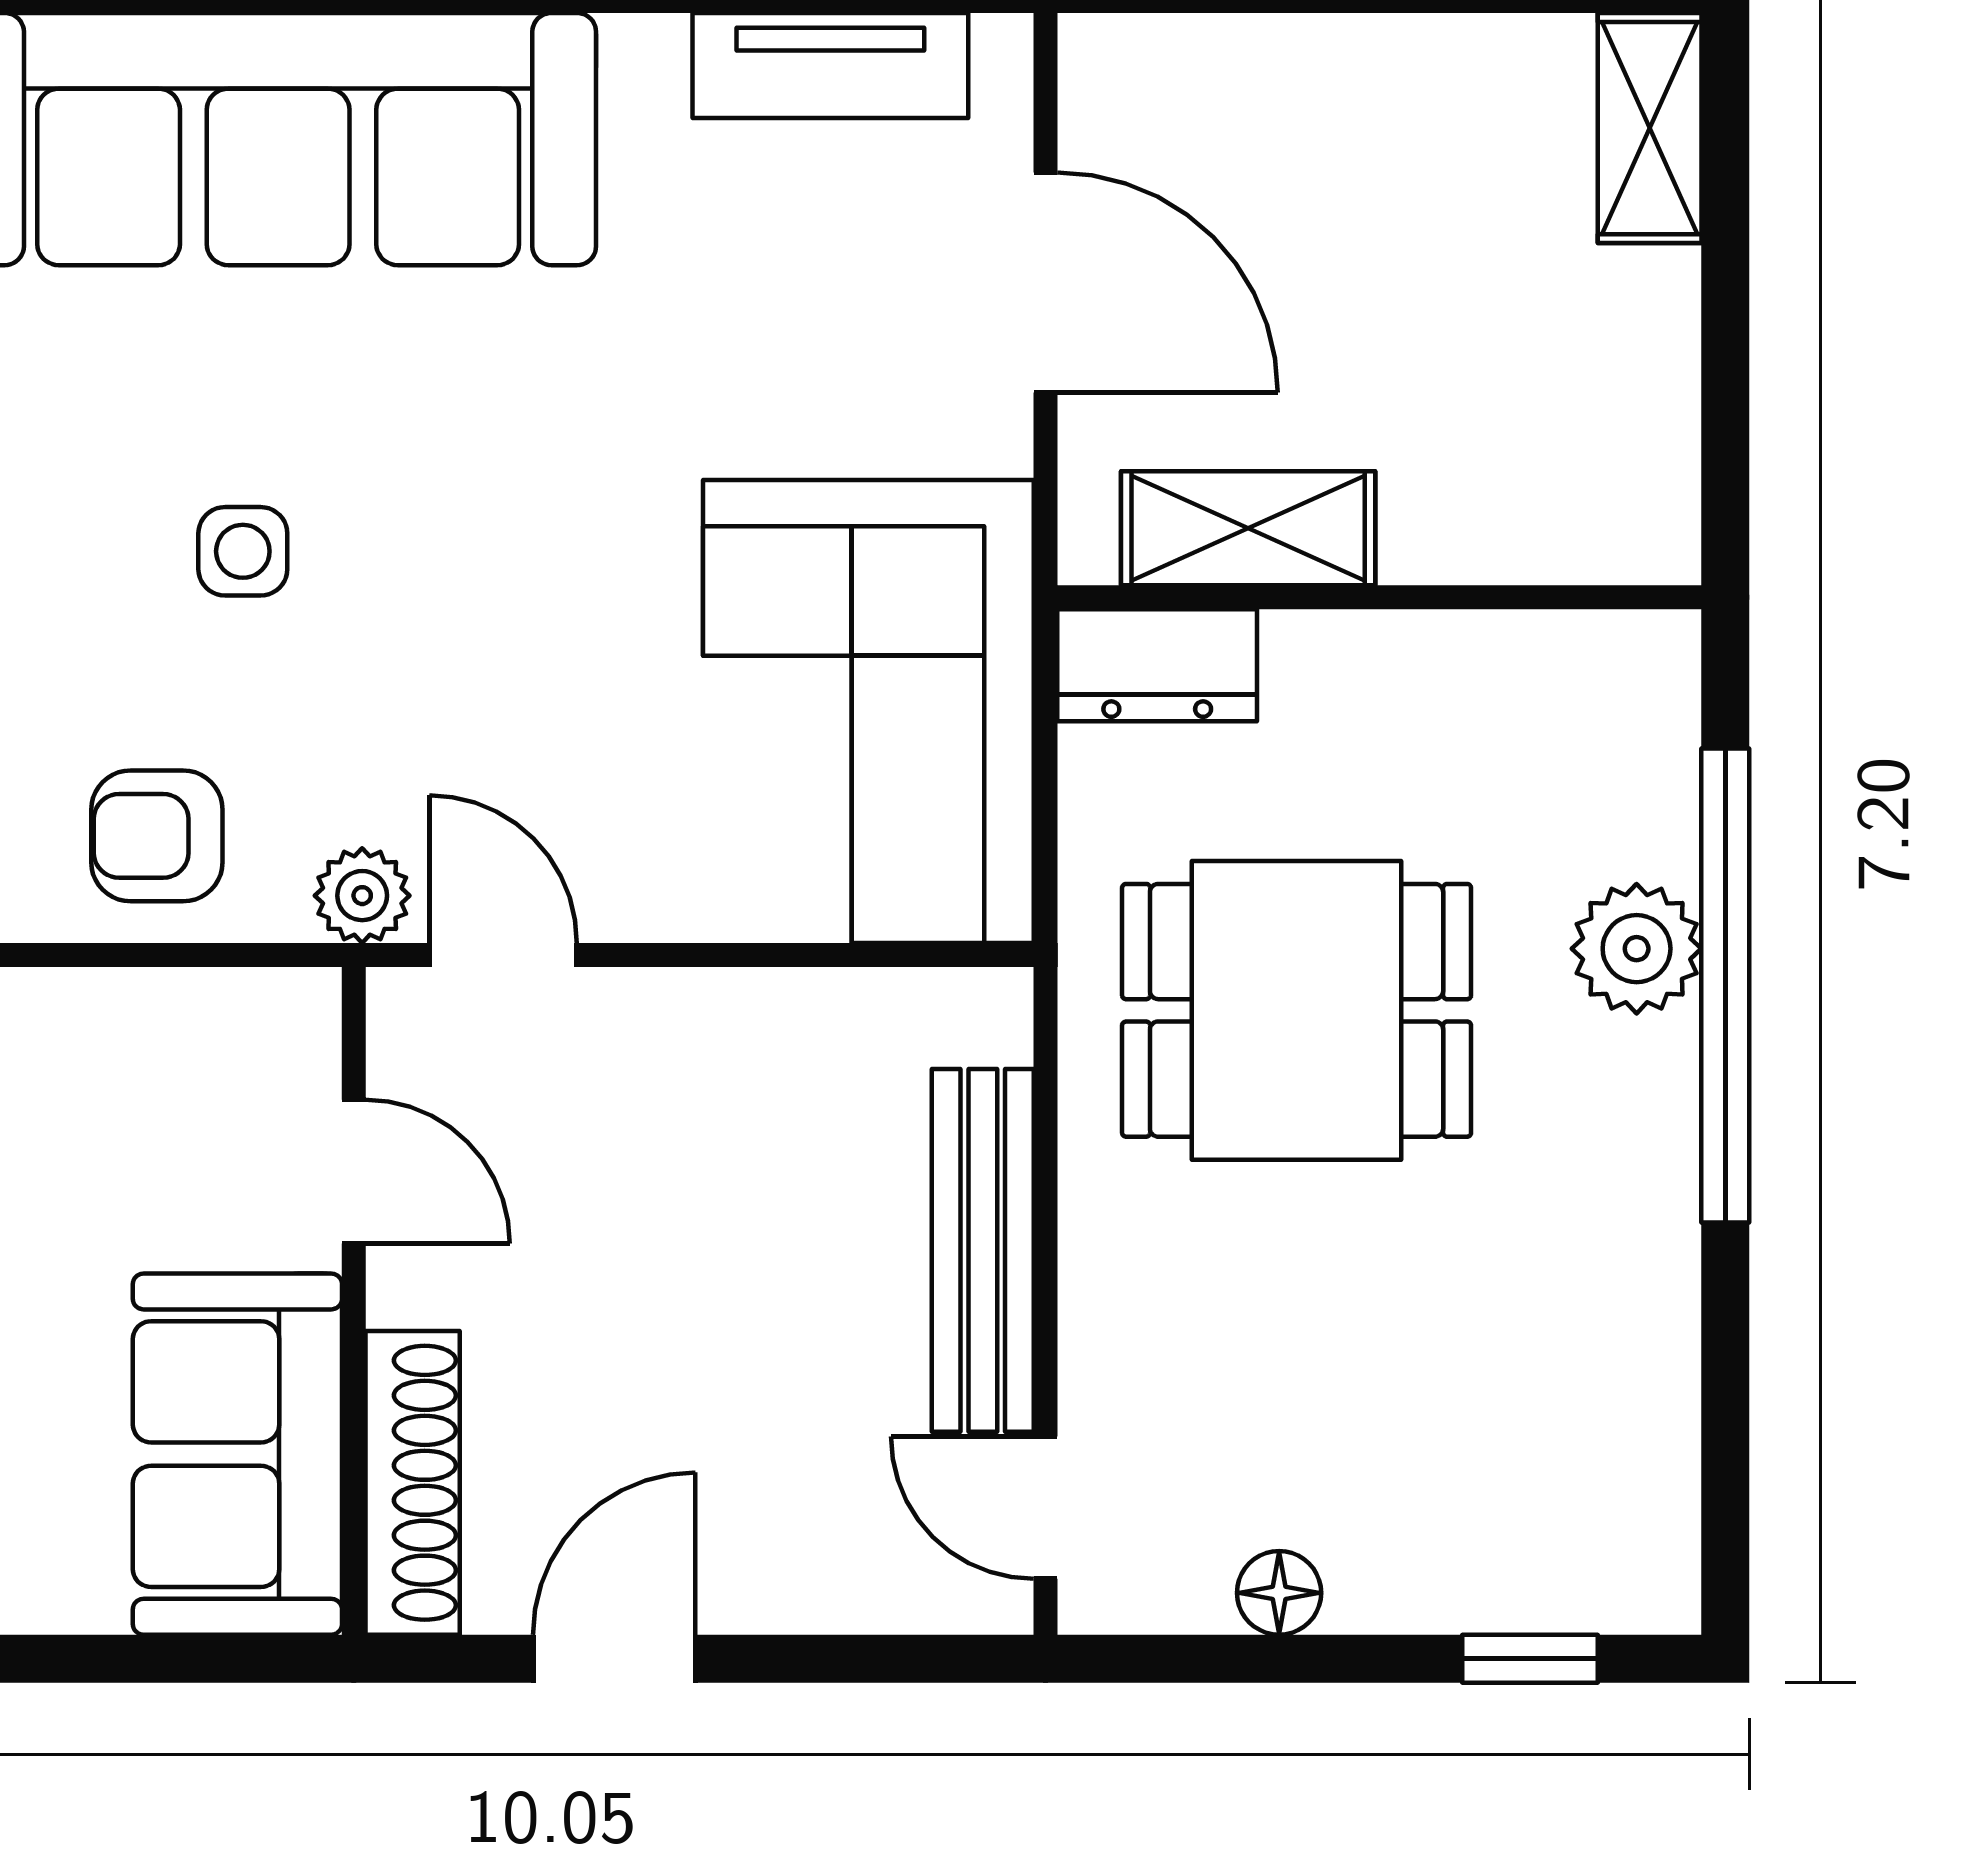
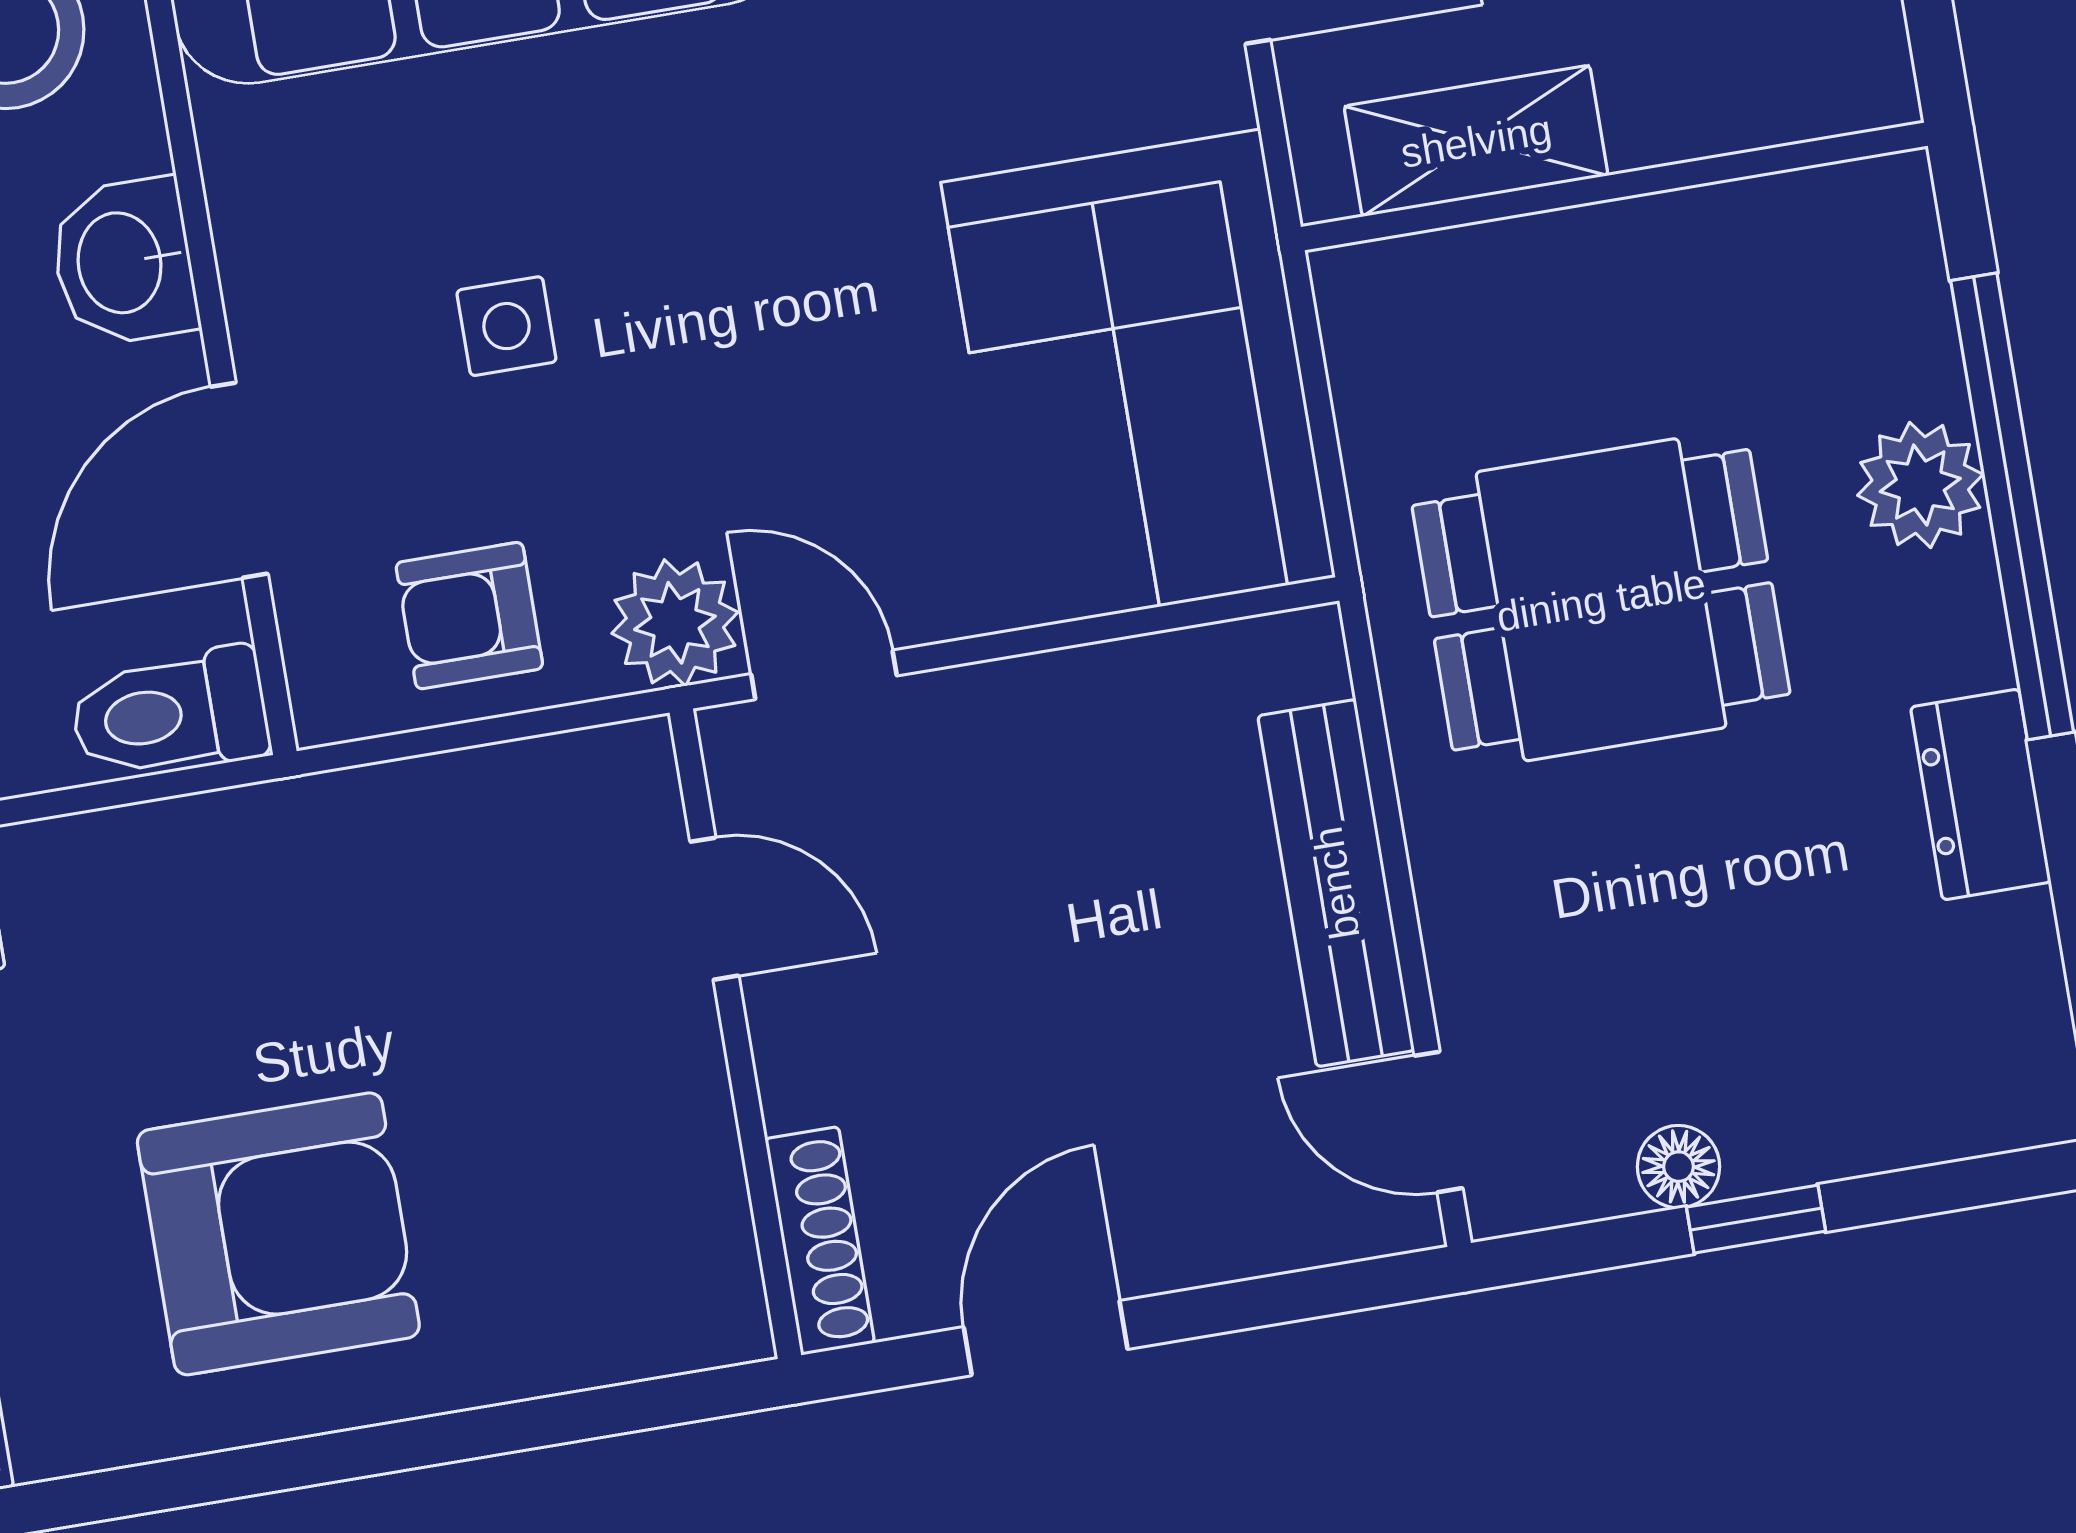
dresser: (1157, 665) -> (1981, 794), moved, turned 90
plant: (362, 896) -> (675, 623), width x1.38, depth x1.38
sofa: (237, 1454) -> (647, 1201), removed
shoe rack: (413, 1483) -> (820, 1241), width x0.74, depth x0.81
window: (1530, 1659) -> (1756, 1219), moved

